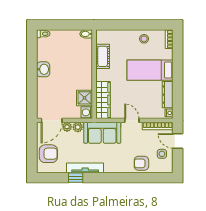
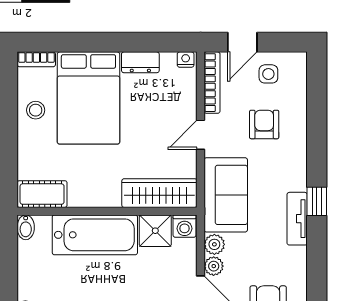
cot: (103, 56) -> (42, 194), moved
bathtub: (82, 68) -> (95, 235), added
bed: (150, 70) -> (88, 98), width x1.50
dresser: (168, 95) -> (140, 62), width x0.70
armchair: (141, 163) -> (264, 124), moved, turned 180
tv unit: (85, 168) -> (297, 219), width x0.71
window: (76, 178) -> (317, 201), moved

